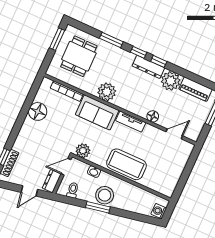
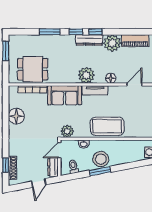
dining table: (79, 56) -> (33, 69), moved, turned 90
plant: (107, 92) -> (86, 75), moved

